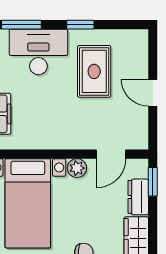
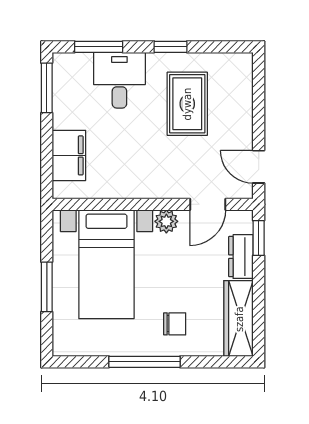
desk: (38, 52) -> (119, 80), width x0.73
door: (153, 93) -> (259, 167), moved

